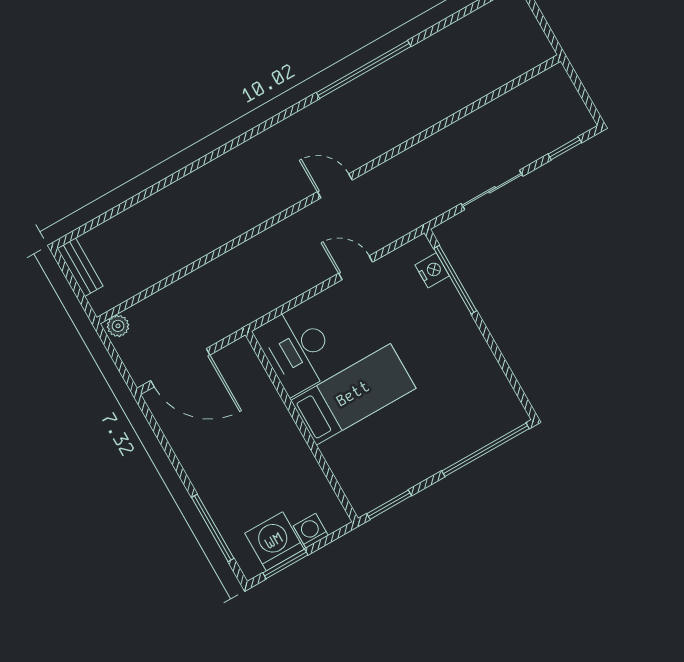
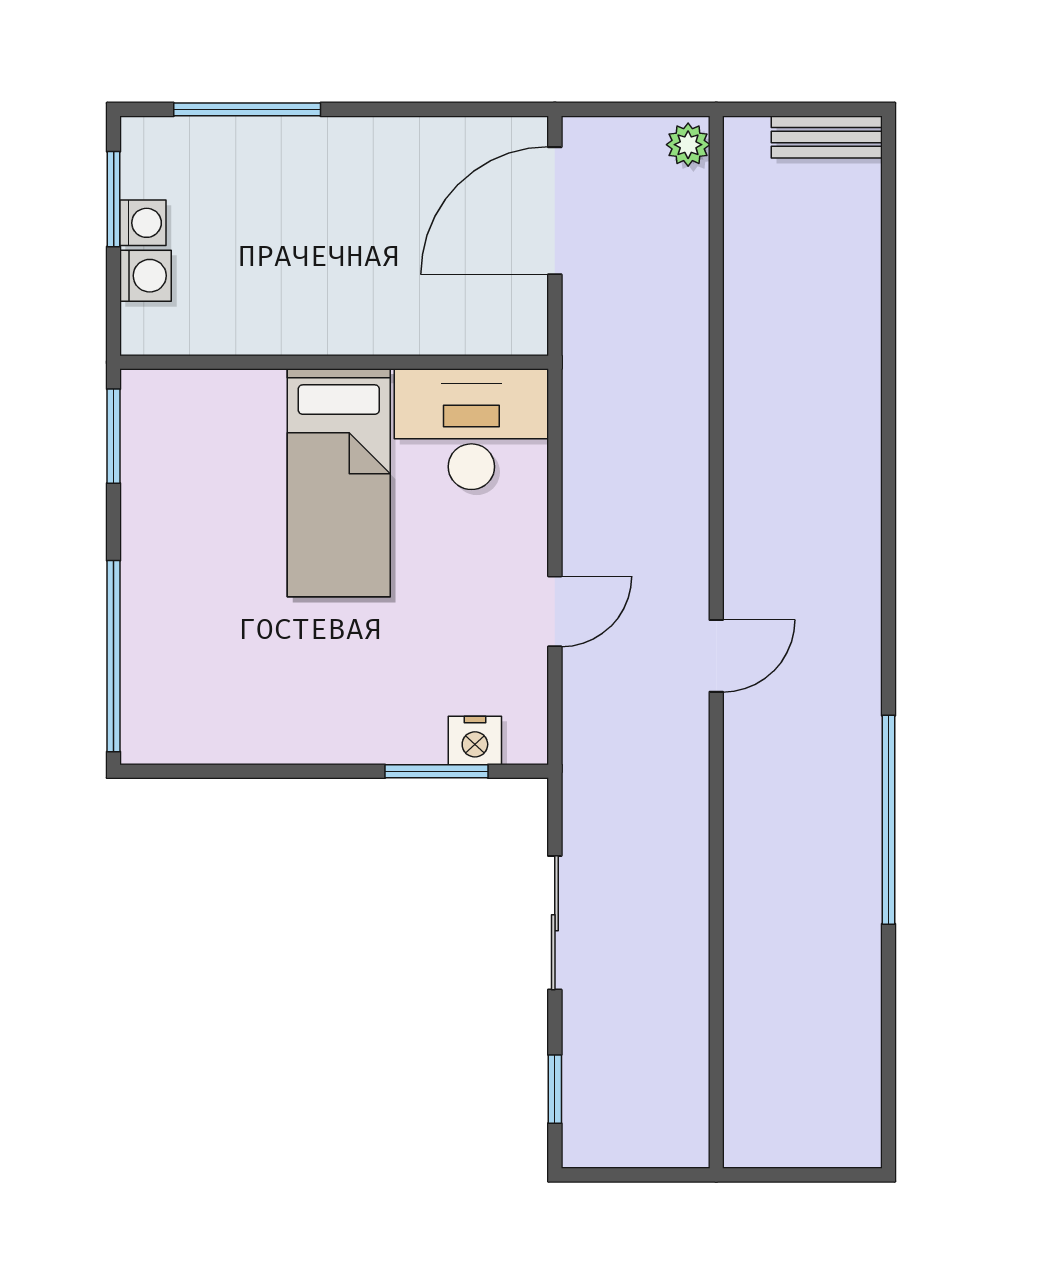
window: (455, 280) -> (436, 771), width x0.69
washing machine: (274, 541) -> (143, 223), width x0.53, depth x0.53

